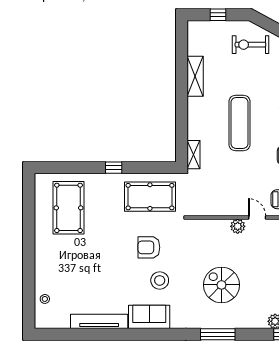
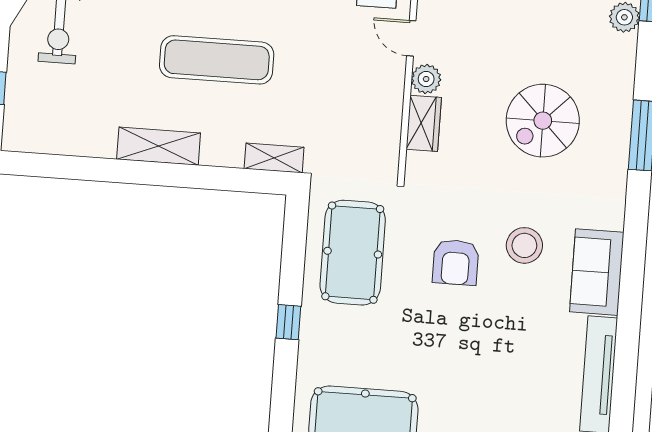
shelving: (195, 76) -> (159, 146), moved
door: (257, 218) -> (411, 38), hinge flipped
wardrobe: (216, 227) -> (424, 123), added

